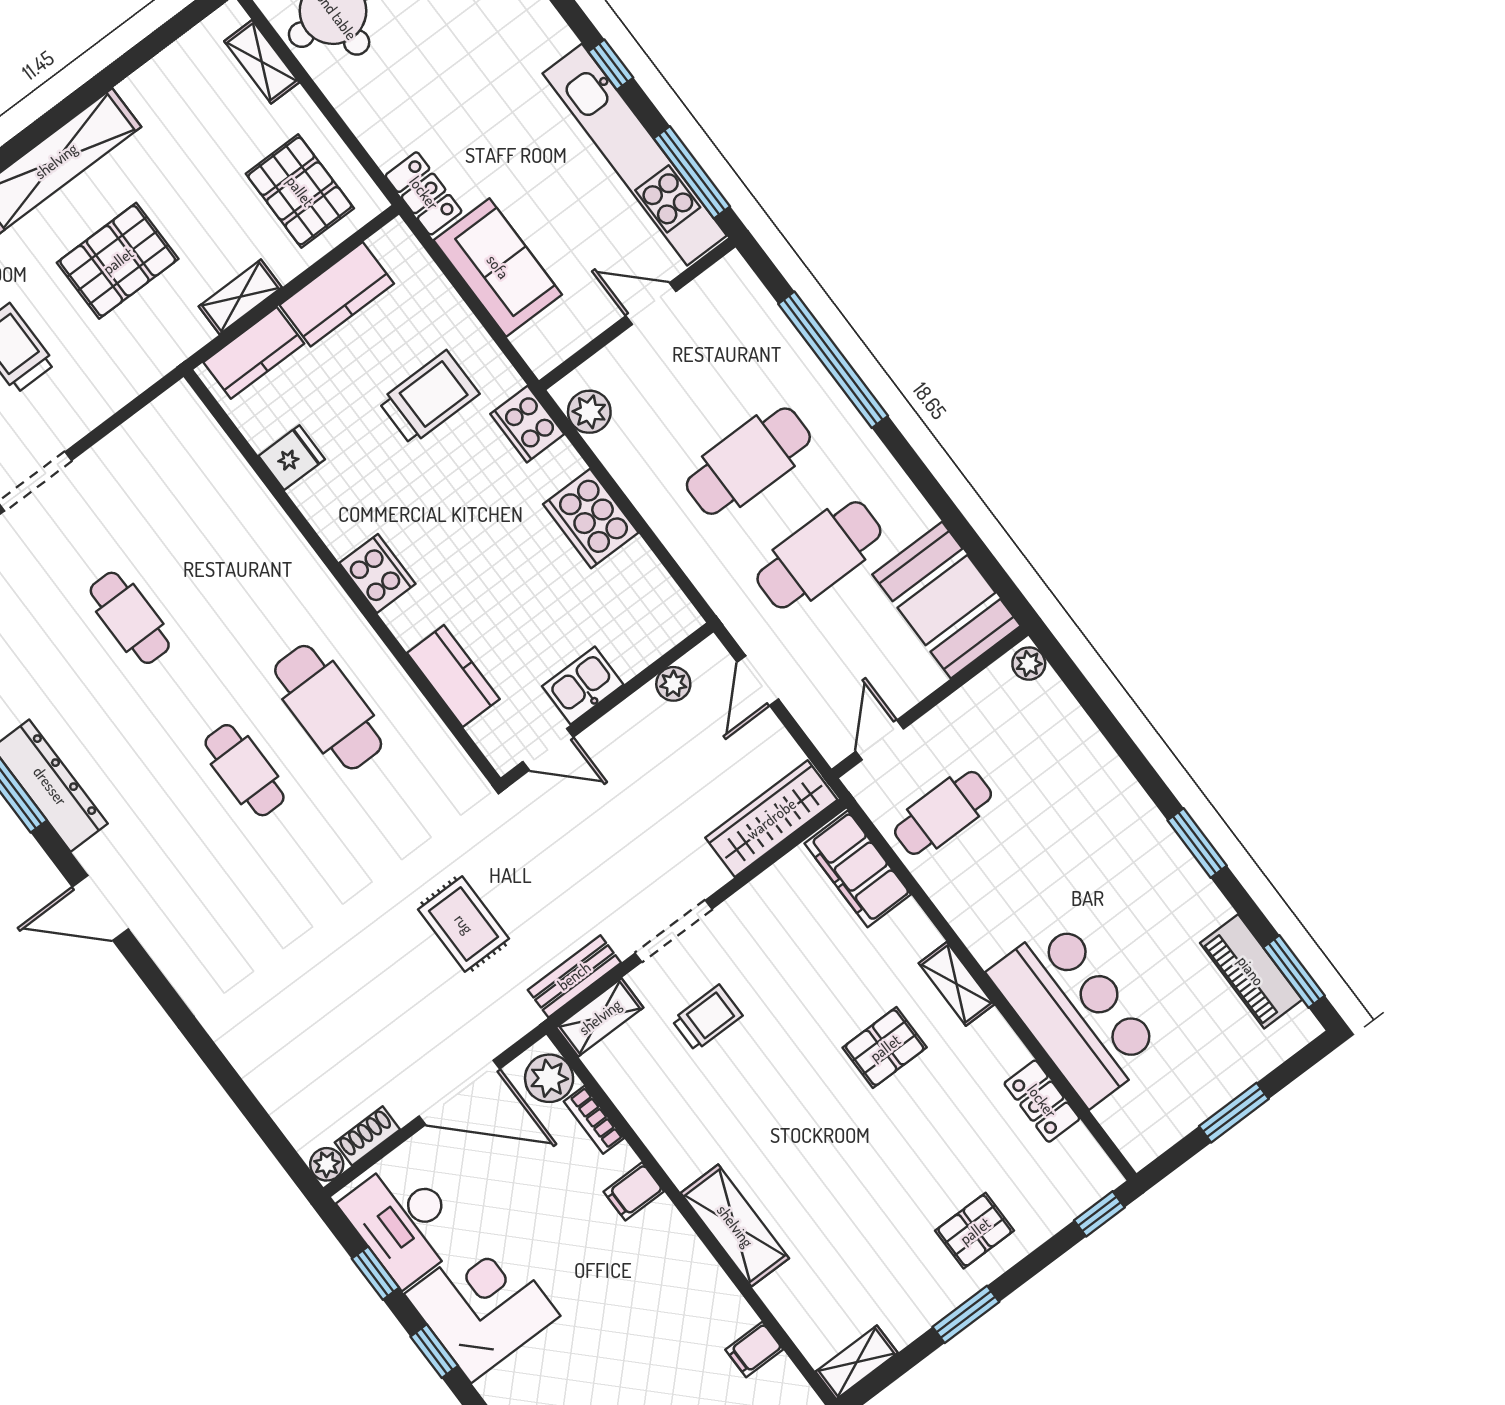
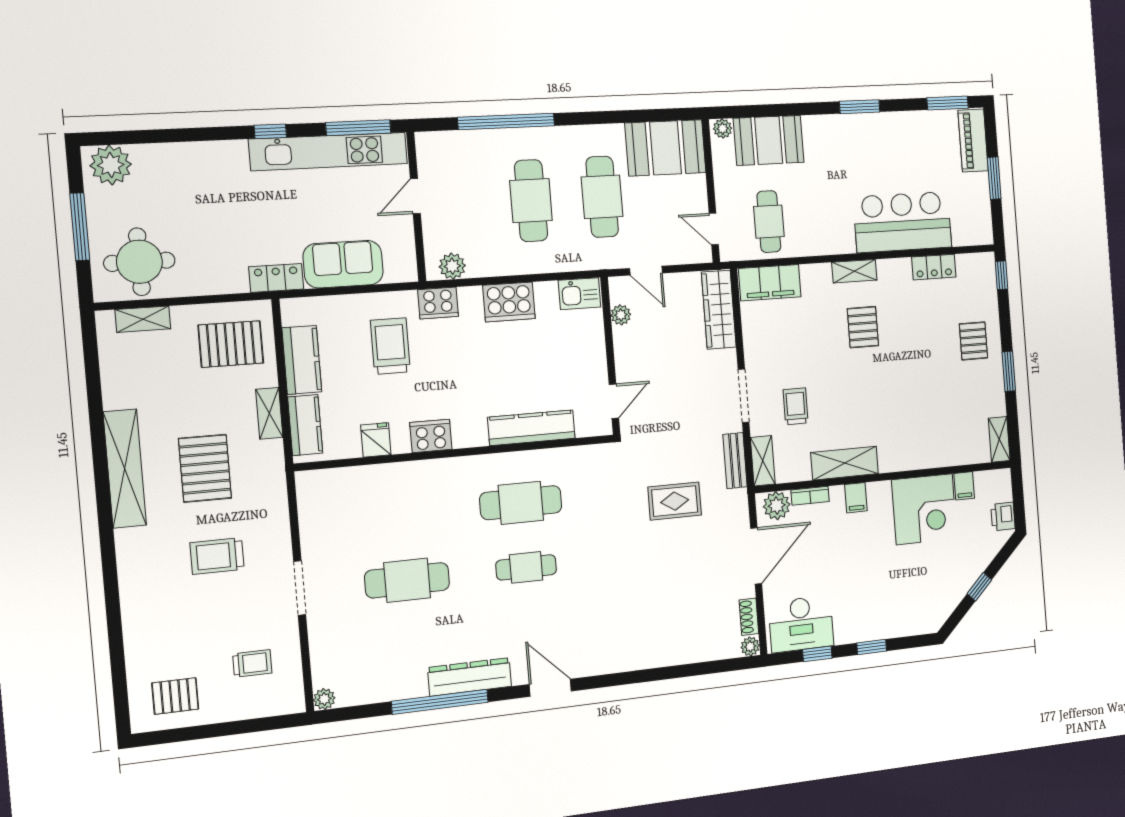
cooker: (377, 573) -> (431, 436), moved
cafe table: (130, 618) -> (407, 580), width x1.37, depth x1.35
kitchen counter: (453, 676) -> (531, 428), width x1.50
kitchen sink: (583, 685) -> (580, 294), moved, turned -90
booth: (1057, 740) -> (769, 140), added
door: (100, 908) -> (550, 688), swing flipped
piano: (1251, 971) -> (973, 141), moved, turned 90
shelving: (735, 1226) -> (845, 463), moved
corner desk: (482, 1305) -> (924, 509), moved, turned 180

